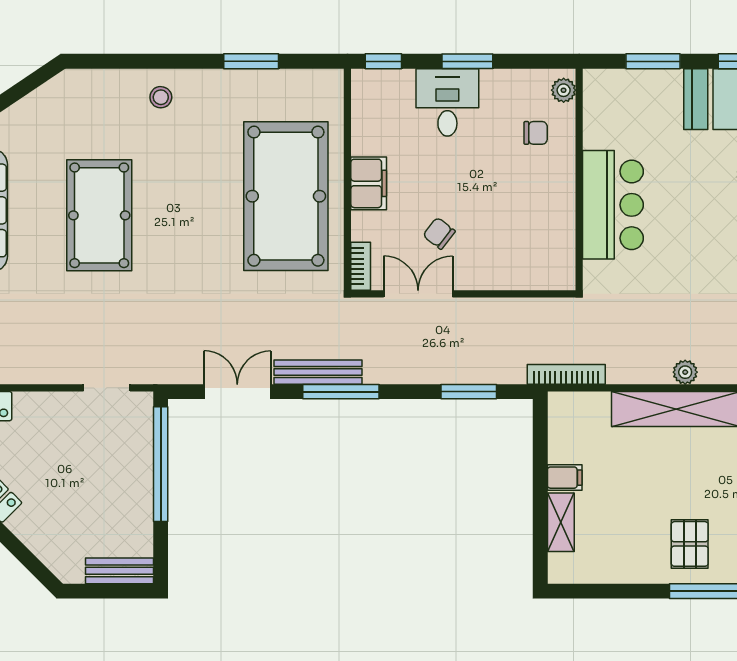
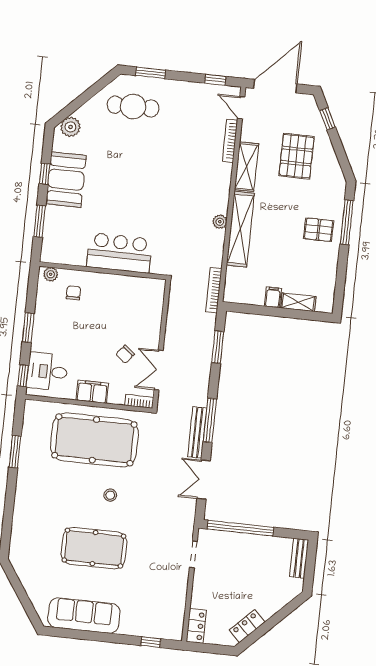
stool: (161, 97) -> (110, 495), moved
desk: (447, 102) -> (47, 371), moved

